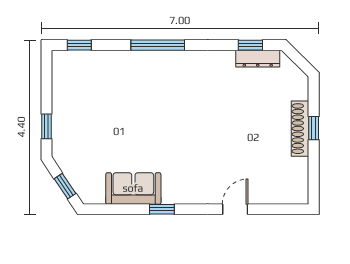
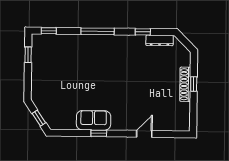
window: (250, 45) -> (143, 32), moved
window: (46, 126) -> (28, 55), moved
sofa: (133, 188) -> (94, 120), moved

